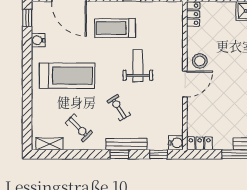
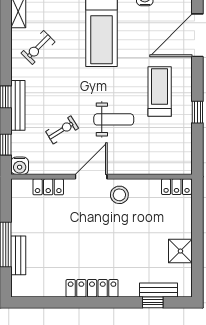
door: (185, 84) -> (91, 177), swing flipped
exercise bike: (119, 108) -> (62, 130), moved
locker: (200, 143) -> (48, 187), moved, turned 90

